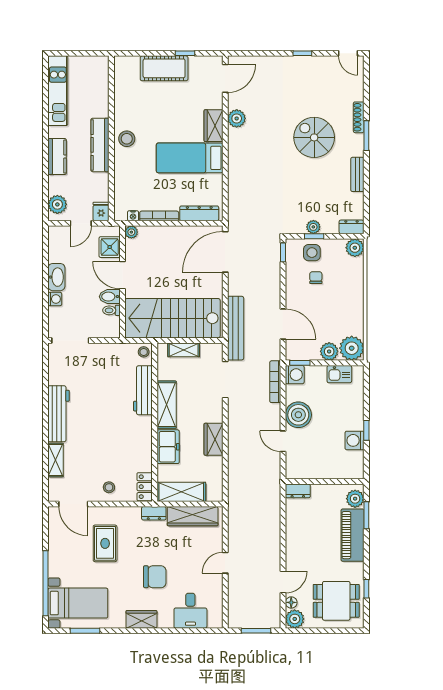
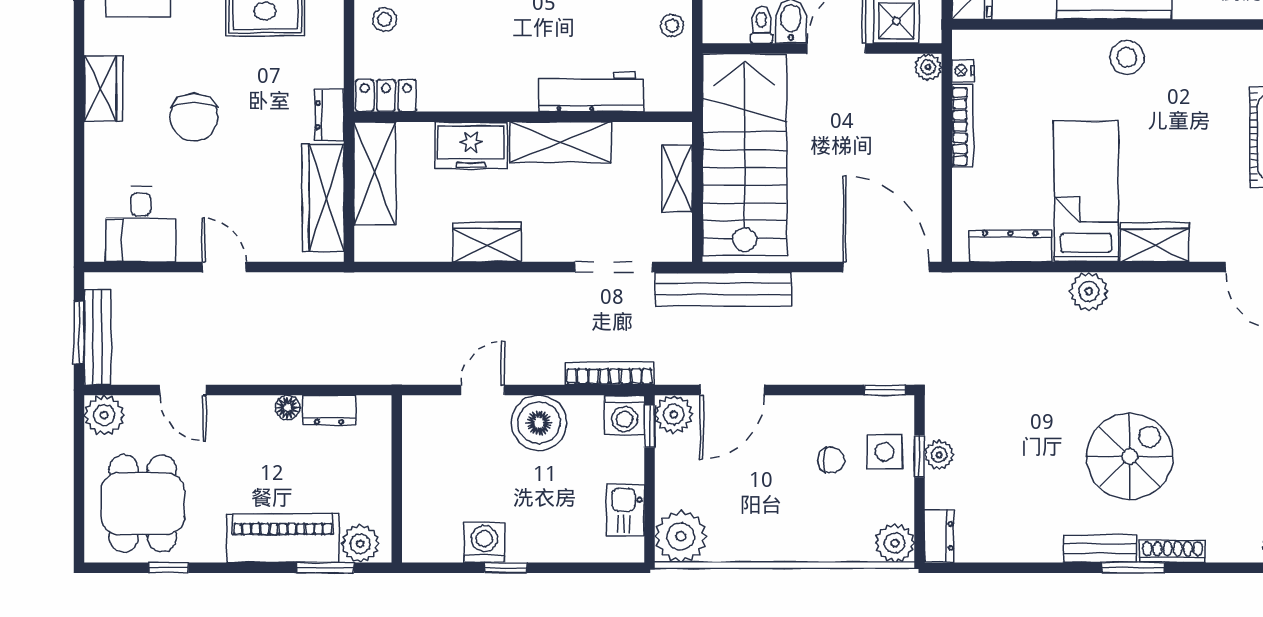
plant: (237, 118) -> (1089, 291), moved
bench: (357, 174) -> (1100, 549), moved
dresser: (199, 213) -> (1010, 246), moved, turned -90
plant: (329, 351) -> (674, 414), moved
stool: (144, 352) -> (672, 26), moved
dresser: (298, 491) -> (329, 410), moved, turned -90
floor lamp: (291, 602) -> (287, 408), moved
desk: (190, 611) -> (141, 224), moved, turned -90
bench: (258, 622) -> (98, 337), added

